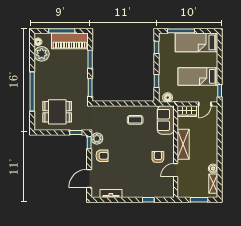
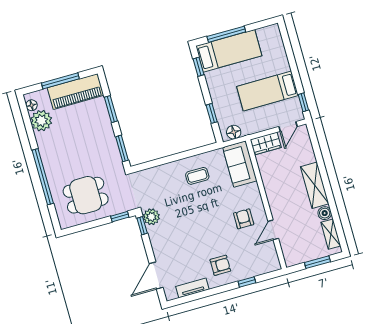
bed: (196, 42) -> (229, 51), moved, turned 180
shelving: (183, 144) -> (315, 185), moved
armchair: (102, 156) -> (220, 265), moved

